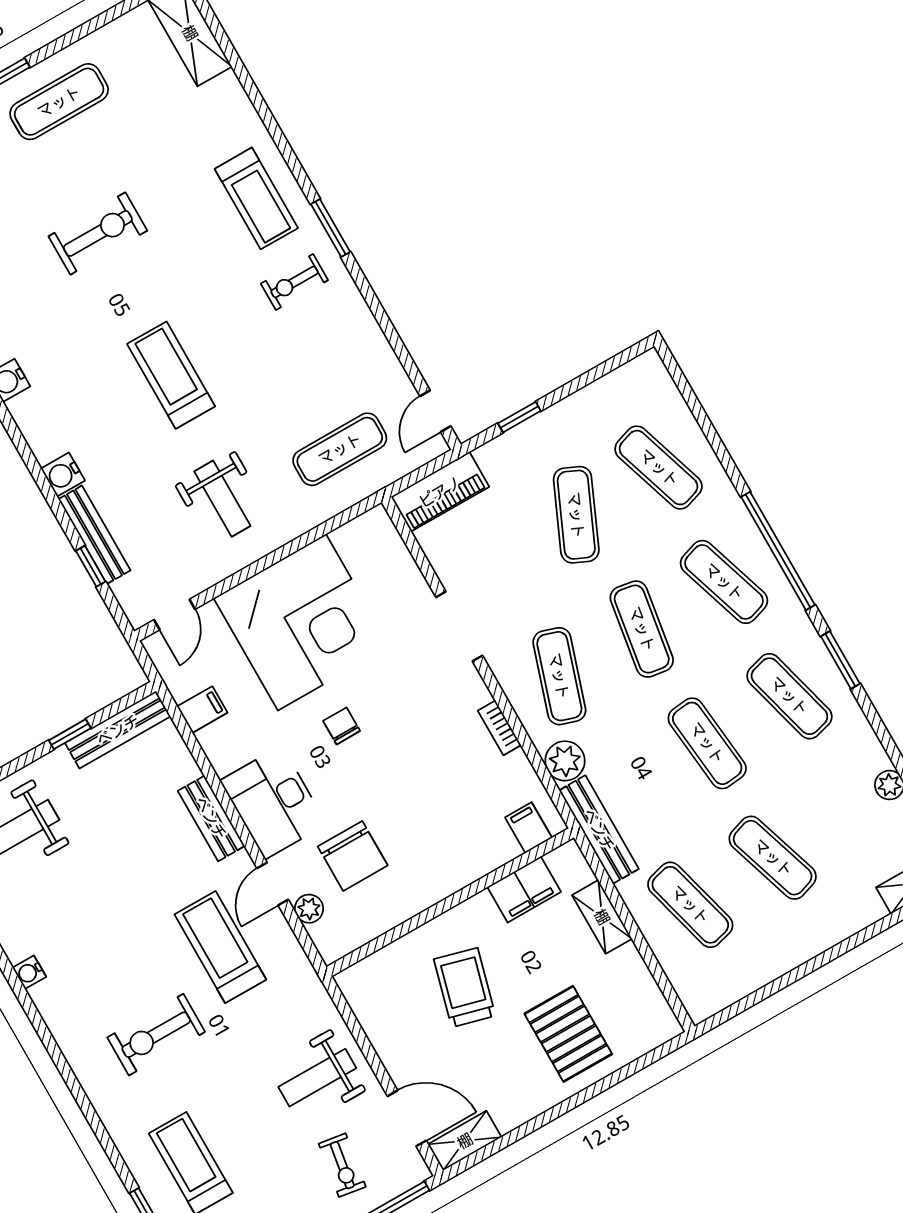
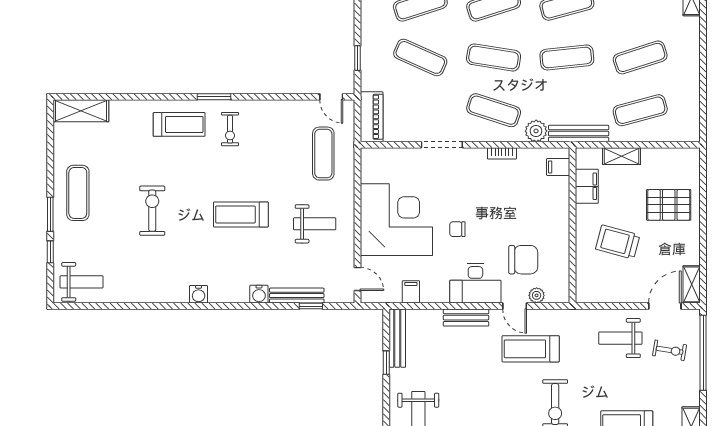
weight bench: (317, 1078) -> (620, 338), turned 90

